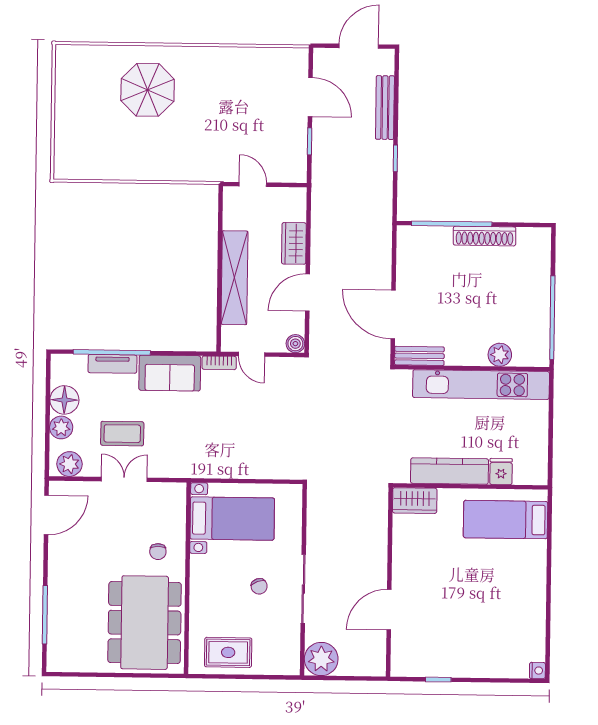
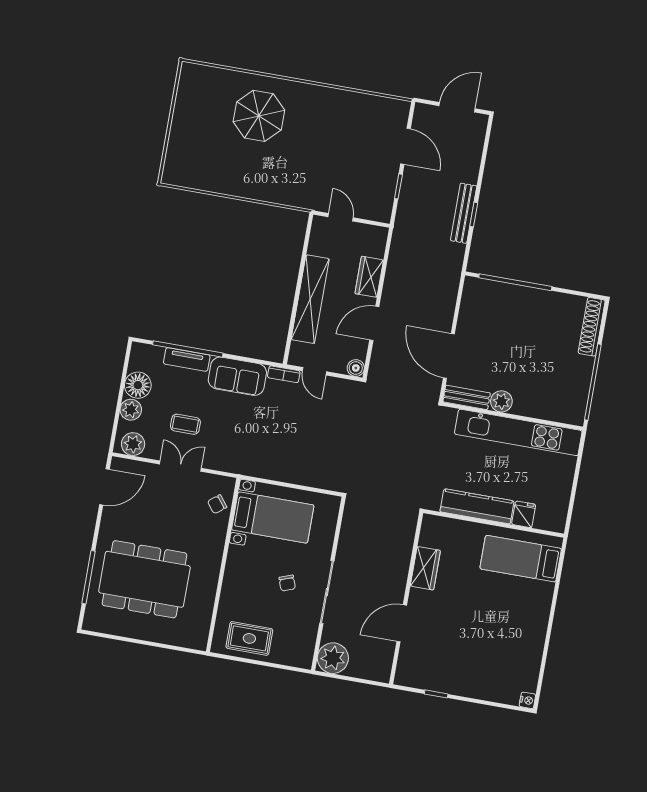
bench: (385, 108) -> (464, 213), moved
shoe rack: (485, 236) -> (592, 327), moved, turned 90
plant: (500, 355) -> (501, 401), moved
coffee table: (122, 434) -> (185, 424), width x0.73, depth x0.77
wardrobe: (415, 501) -> (425, 568), moved, turned -90
chair: (158, 552) -> (217, 504), moved, turned 52
dining table: (145, 623) -> (144, 579), moved, turned 90

